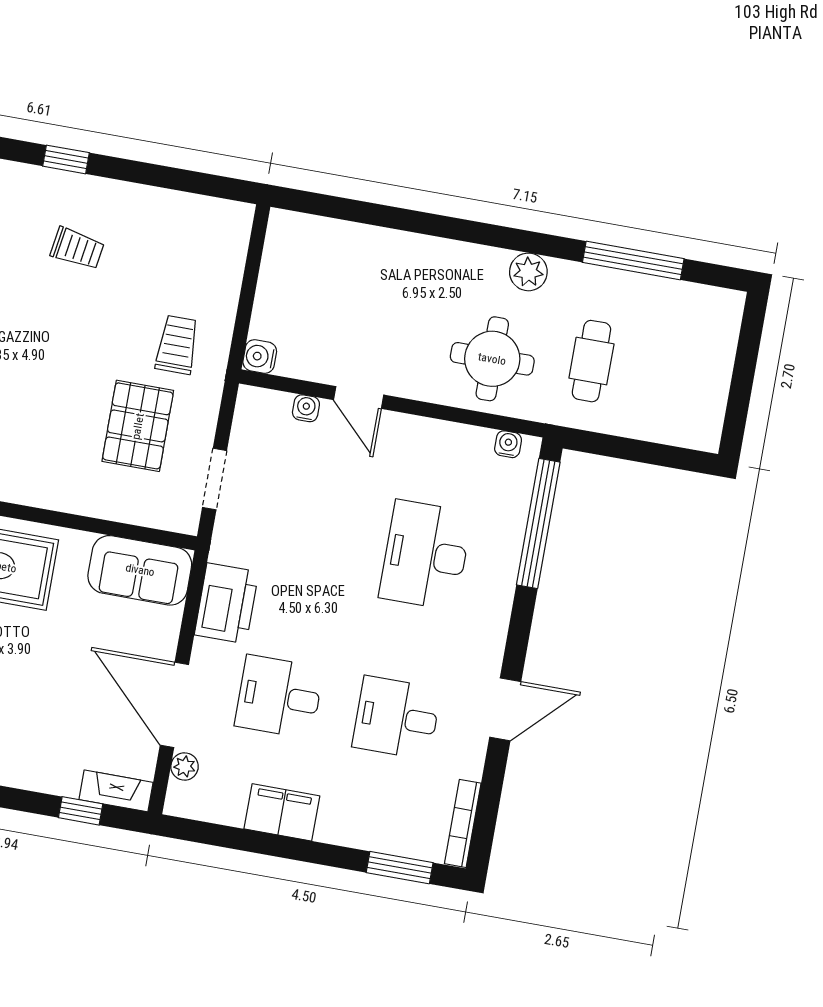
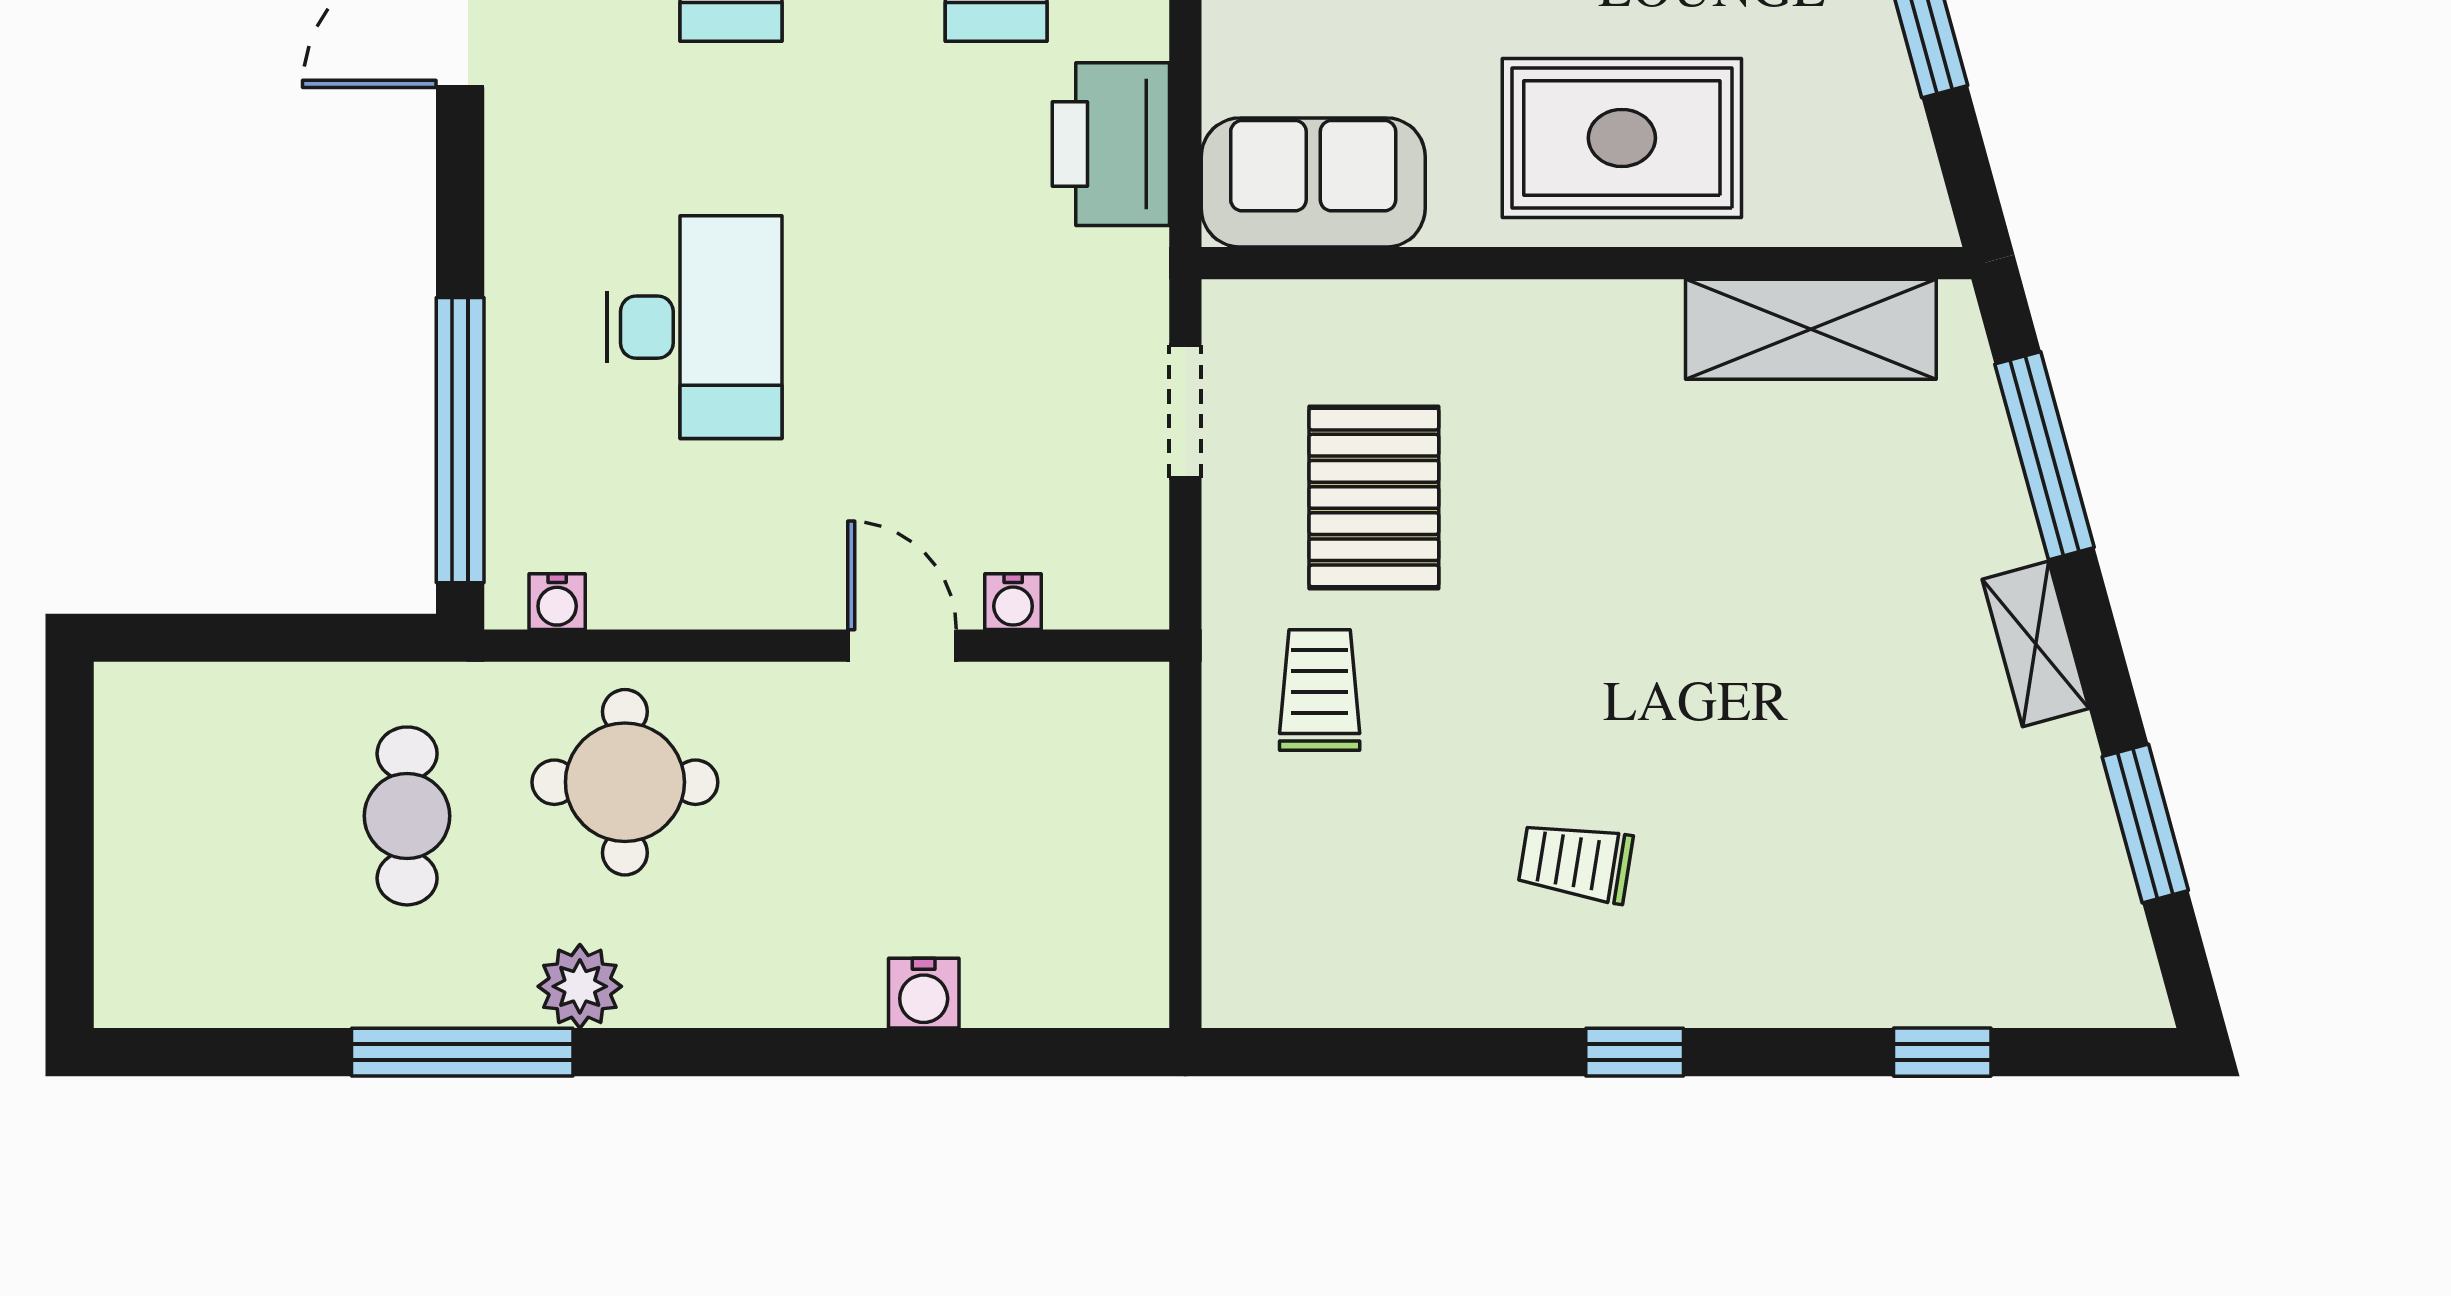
window: (633, 261) -> (462, 1052), moved
trolley: (177, 345) -> (1320, 690), turned 180
water cooler: (260, 357) -> (924, 993), moved, turned 90

